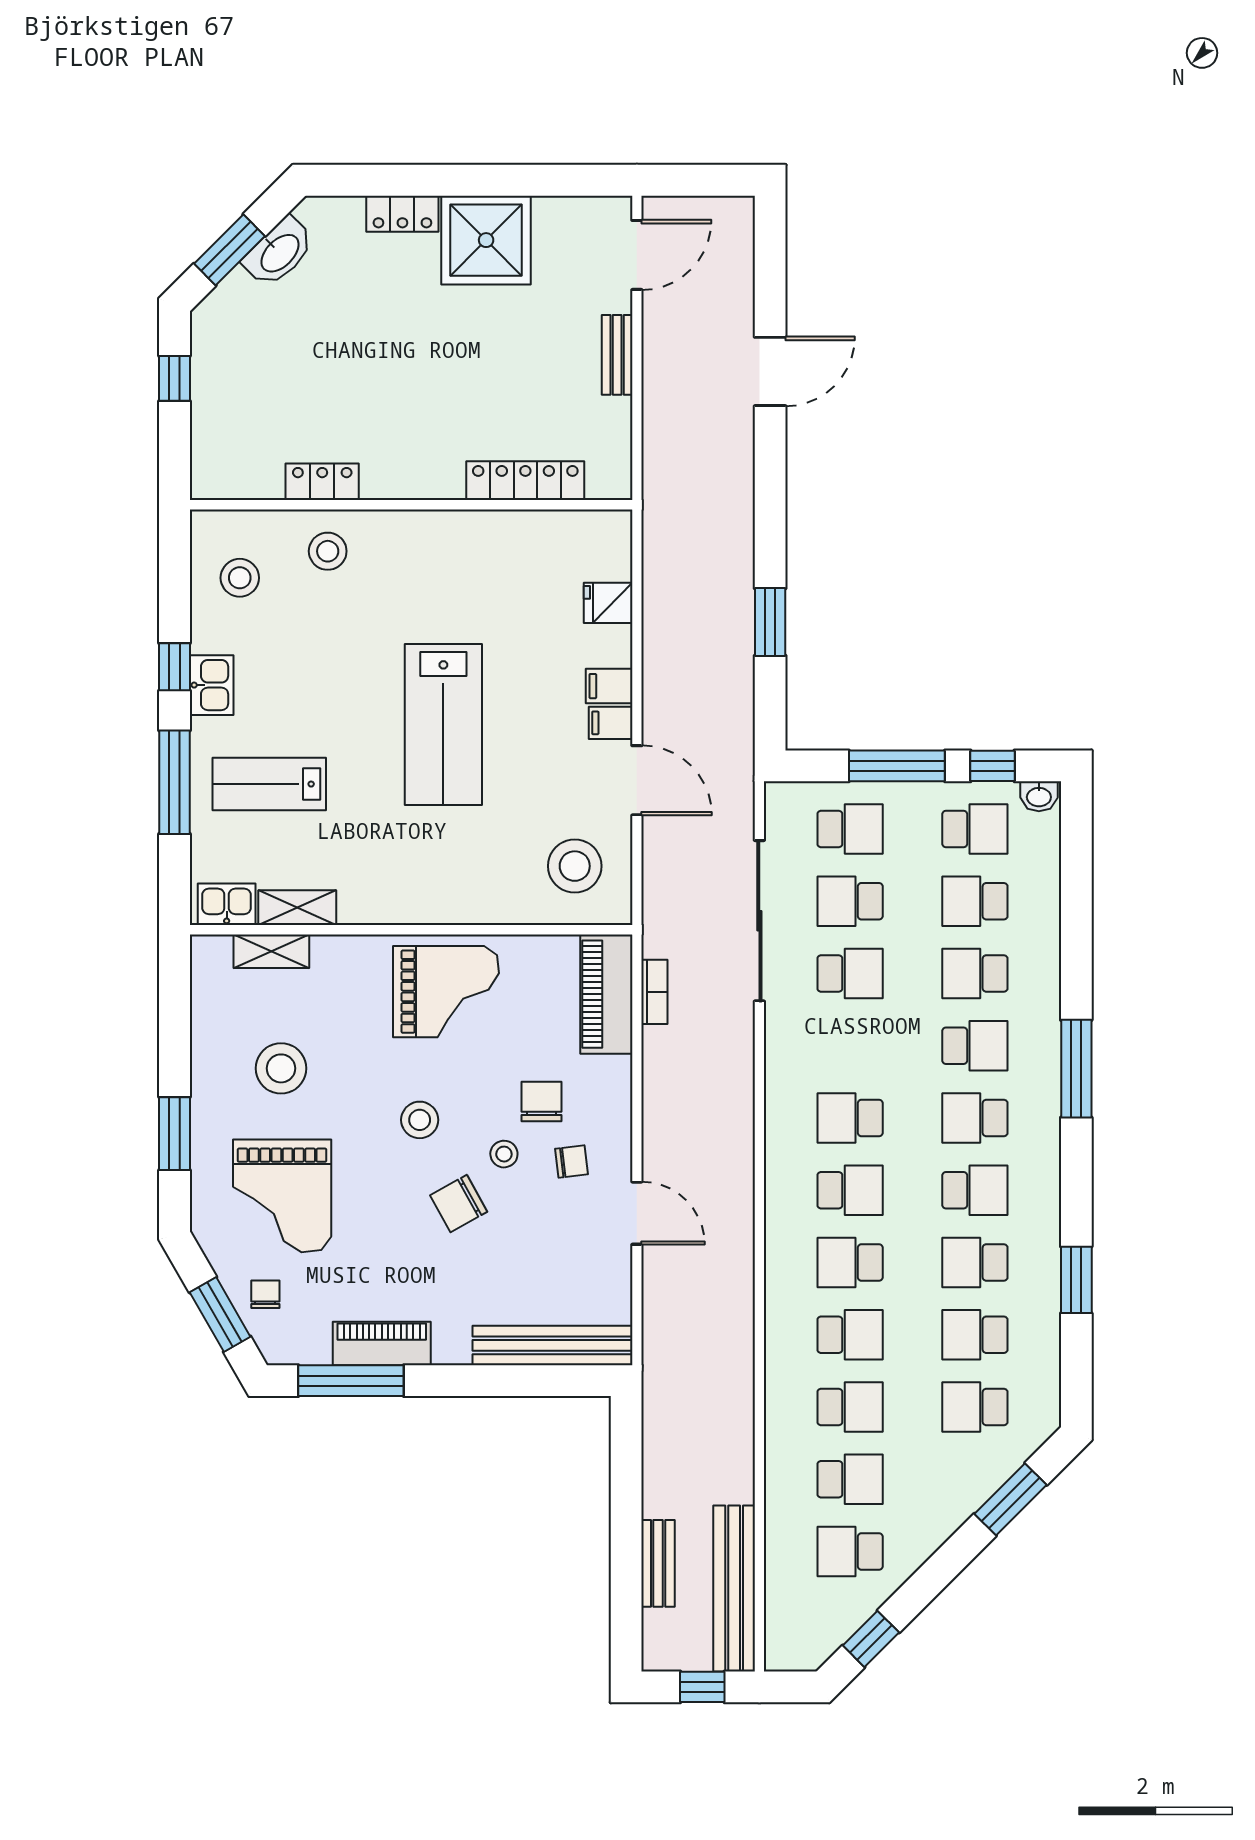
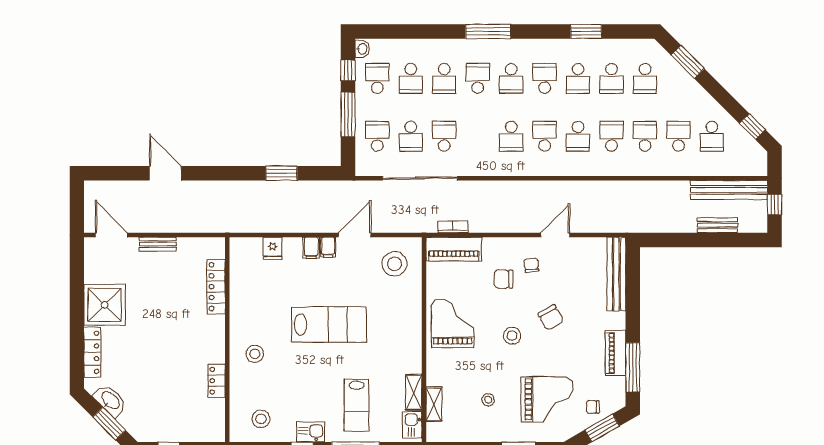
locker: (402, 214) -> (92, 352), width x1.53
stool: (328, 551) -> (255, 354), moved
stool: (281, 1068) -> (488, 400), width x0.53, depth x0.53
stool: (504, 1154) -> (528, 297), removed

